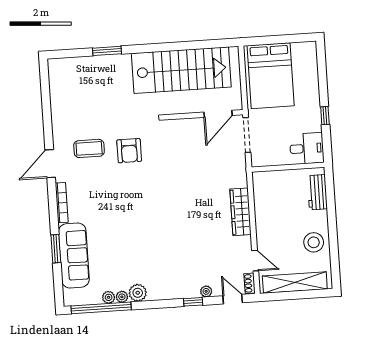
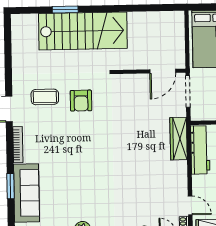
stairs: (181, 70) -> (83, 31), moved
workbench: (263, 199) -> (200, 150), added
wardrobe: (241, 212) -> (179, 139), moved

